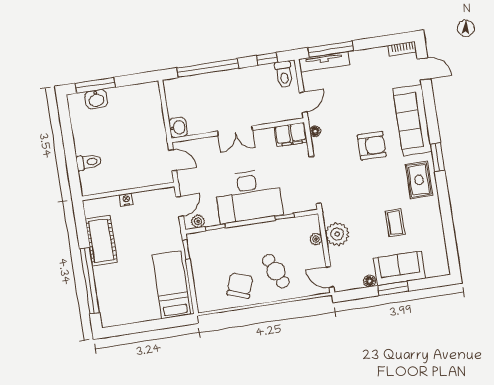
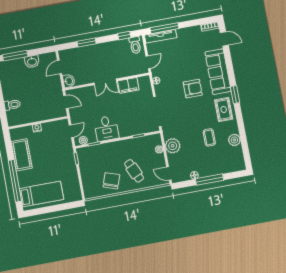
window: (208, 68) -> (87, 43), width x0.47
washbasin: (96, 99) -> (32, 62), moved
door: (164, 105) -> (60, 67), added
filing cabinet: (291, 134) -> (128, 85), moved
desk: (249, 196) -> (106, 128), width x0.53, depth x0.77
plant: (434, 228) -> (234, 140), added
sofa: (399, 268) -> (213, 166), removed
bed: (171, 285) -> (42, 194), moved, turned 90
window: (393, 288) -> (210, 179), width x1.44

